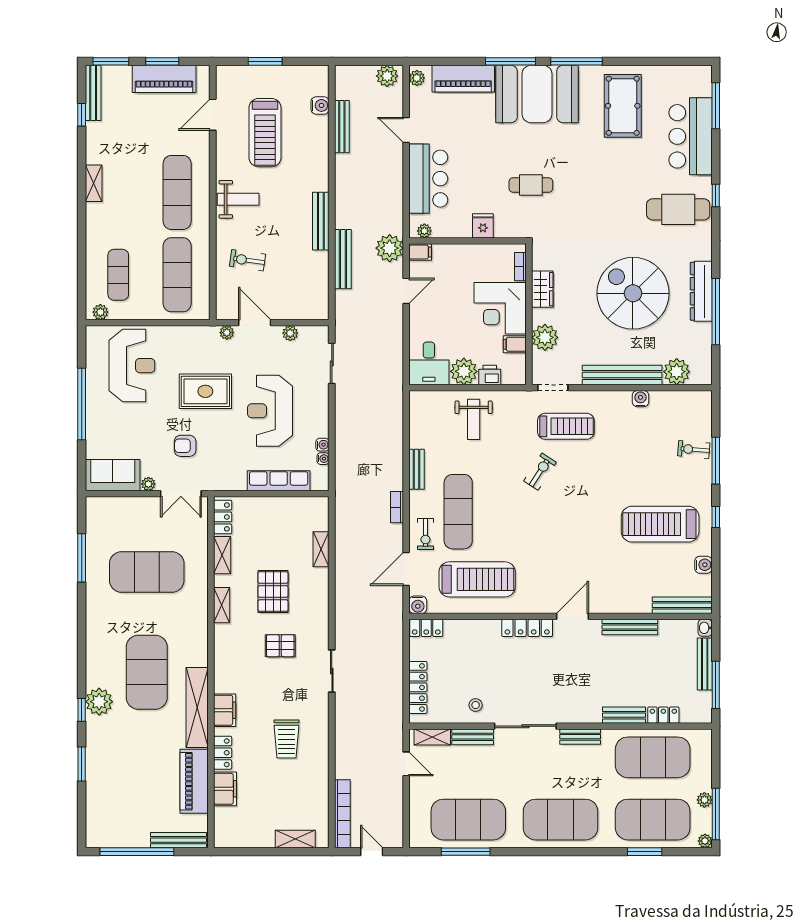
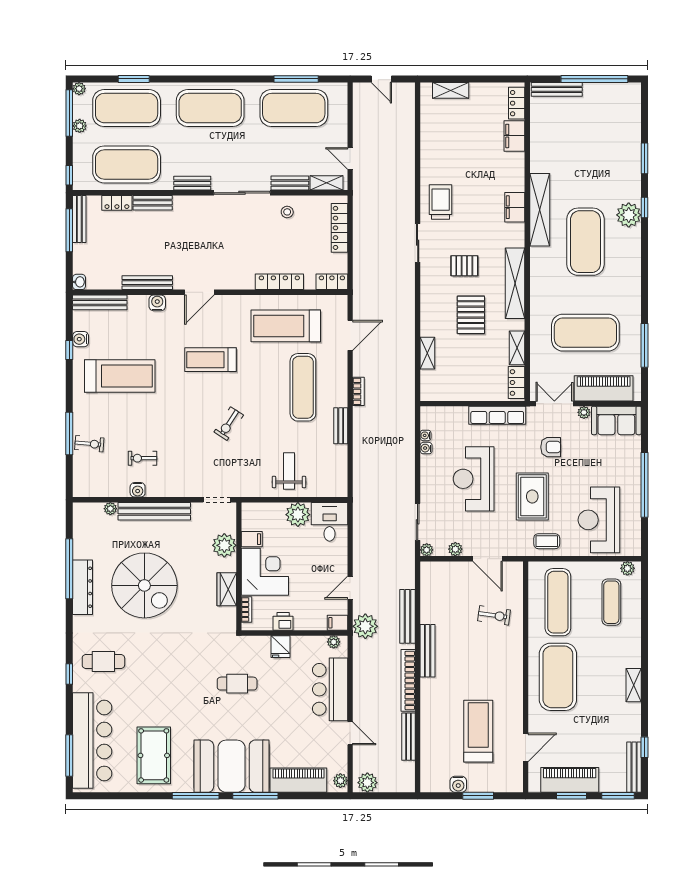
water cooler: (320, 105) -> (458, 784), moved, turned -90
bar counter: (691, 136) -> (92, 740), width x1.36
exercise mat: (177, 192) -> (558, 677), width x1.47
weight bench: (238, 199) -> (503, 671), removed
cafe table: (678, 209) -> (103, 661), width x0.73, depth x0.74
plant: (227, 333) -> (427, 550), moved
coffee table: (189, 342) -> (547, 541), added
plant: (677, 372) -> (110, 509), width x0.53, depth x0.53
printer: (490, 375) -> (283, 621), moved, turned 180
rug: (205, 391) -> (532, 496), turned 90
reception desk: (270, 411) -> (474, 479), turned 180
treadmill: (566, 426) -> (211, 360), moved
row of seats: (279, 481) -> (497, 415), moved
window: (716, 517) -> (69, 350), moved
exercise bike: (425, 534) -> (142, 458), moved, turned -90
shelving: (222, 605) -> (515, 283), width x2.20, depth x1.33
water cooler: (418, 605) -> (157, 303), moved
locker: (527, 628) -> (279, 282), moved
bench: (705, 664) -> (79, 219), moved
trolley: (287, 739) -> (441, 202), moved
window: (716, 745) -> (69, 175), added
locker: (223, 753) -> (517, 103), moved
piano: (194, 781) -> (604, 388), moved, turned -90
bookcase: (342, 814) -> (408, 680), moved

